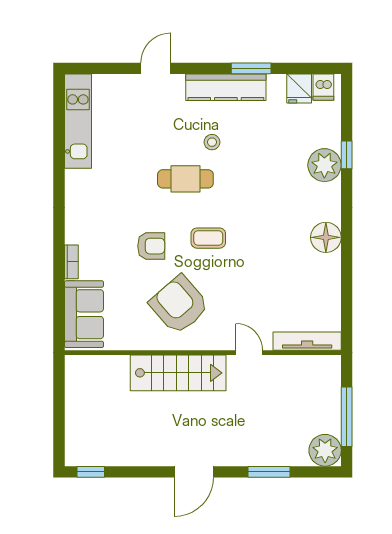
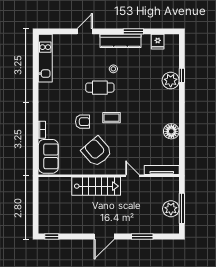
dishwasher: (323, 87) -> (170, 41), removed
floor lamp: (326, 237) -> (171, 131), moved
plant: (325, 450) -> (171, 209), moved

